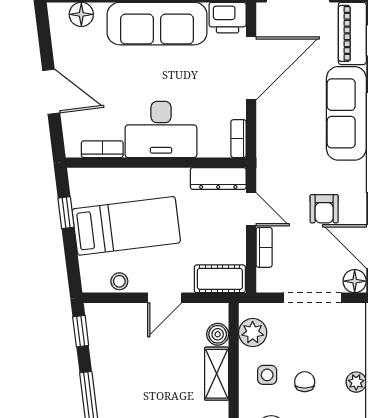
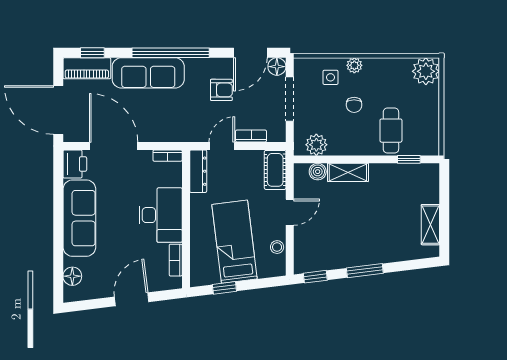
door: (165, 298) -> (290, 212), hinge flipped
side table: (267, 375) -> (330, 77), moved
chair: (305, 382) -> (354, 105), turned -90

